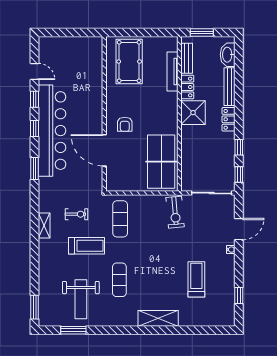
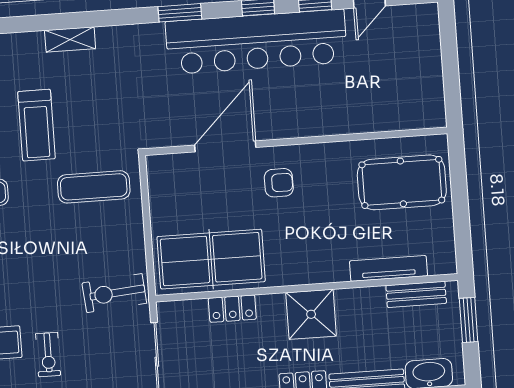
locker: (187, 87) -> (232, 309), moved
armchair: (125, 124) -> (279, 183), turned 180
exercise bike: (76, 214) -> (48, 355), moved

